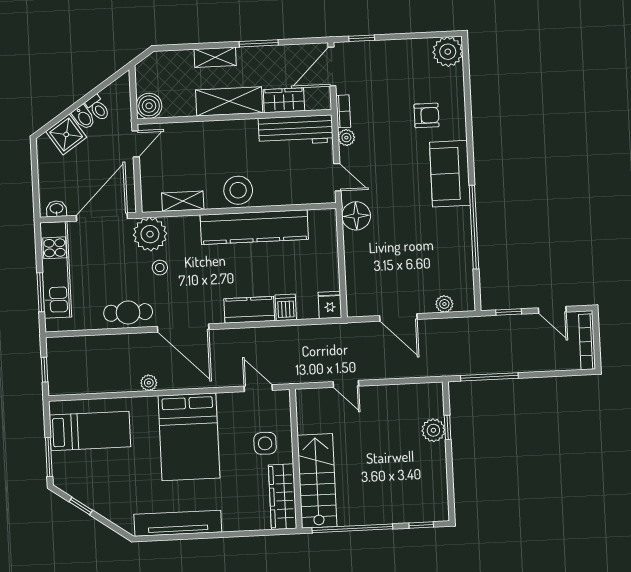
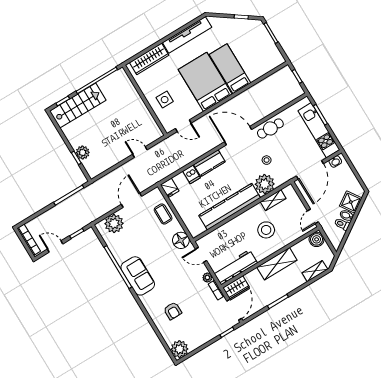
shelving: (215, 57) -> (315, 271), moved
wardrobe: (284, 100) -> (236, 287), moved
armchair: (427, 115) -> (173, 311), turned -90
sofa: (450, 174) -> (138, 276), moved
stool: (238, 190) -> (266, 230), moved
plant: (150, 234) -> (265, 184), moved
coffee table: (362, 271) -> (163, 214), added
plant: (444, 304) -> (114, 224), width x1.87, depth x1.87
door: (398, 317) -> (131, 200), hinge flipped
plant: (149, 383) -> (240, 98), removed
bed: (90, 431) -> (230, 69), moved, turned 90
stairs: (317, 481) -> (78, 106), moved, turned -90
wardrobe: (283, 497) -> (149, 59), moved, turned 90

